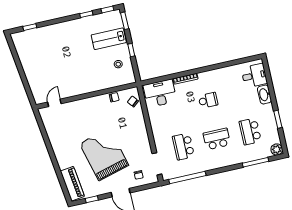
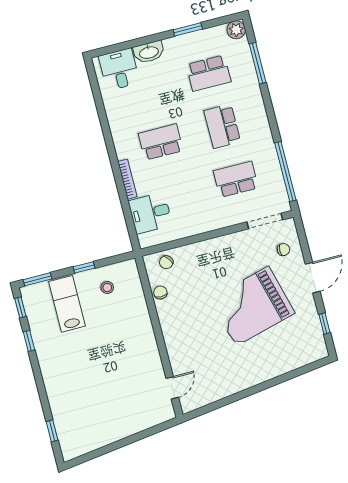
lab bench: (109, 39) -> (67, 304), turned 180
desk: (160, 93) -> (150, 213), width x0.73
school desk: (208, 100) -> (161, 142), width x1.85
door: (54, 103) -> (172, 388), swing flipped
school desk: (183, 146) -> (236, 179), turned 180
piano: (72, 184) -> (301, 355), removed

